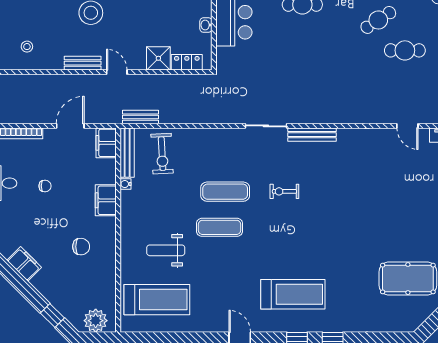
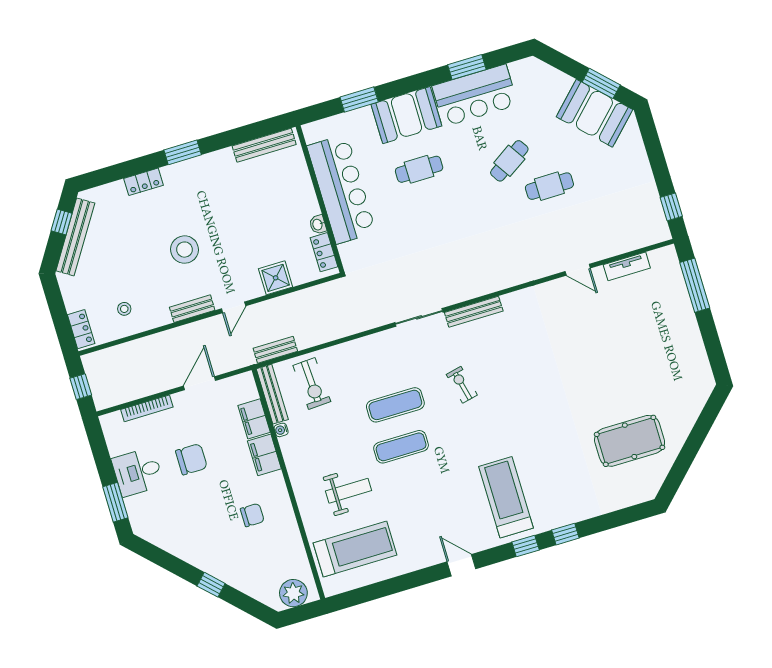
locker: (187, 62) -> (324, 252), moved, turned -90
door: (117, 72) -> (234, 307), swing flipped
filing cabinet: (106, 143) -> (254, 419), moved
chair: (45, 186) -> (191, 459), width x1.87, depth x1.87
exercise bike: (284, 191) -> (462, 385), turned 77
weight bench: (166, 250) -> (349, 491), turned 180
filing cabinet: (24, 264) -> (194, 554), removed
treadmill: (293, 294) -> (506, 497), turned -90
window: (52, 316) -> (211, 585), moved

